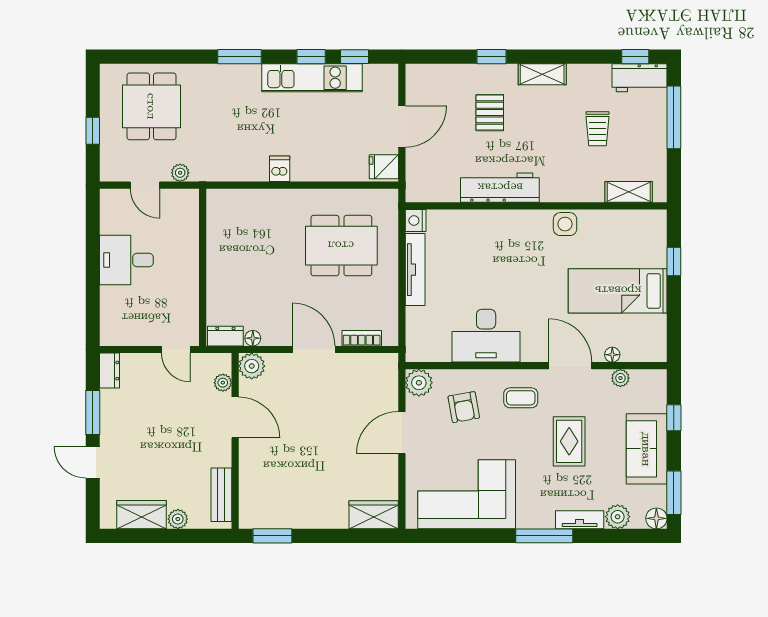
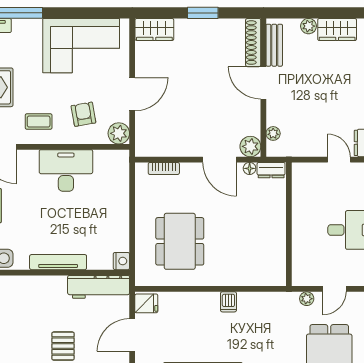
door: (145, 185) -> (334, 289), swing flipped
workbench: (500, 188) -> (99, 287), moved
dining table: (341, 246) -> (180, 241), turned 90
tv unit: (415, 270) -> (58, 262), moved, turned 90
door: (176, 349) -> (339, 160), moved
door: (314, 349) -> (220, 160), moved
door: (235, 417) -> (263, 83), moved
shoe rack: (248, 498) -> (253, 43), added
window: (272, 536) -> (203, 13), moved

